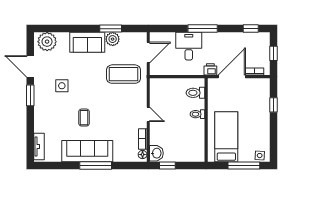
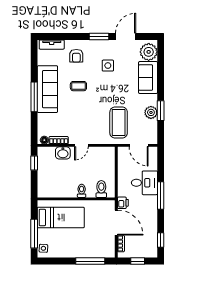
sofa: (87, 42) -> (148, 78), moved
window: (273, 105) -> (90, 261), width x2.17
armchair: (51, 120) -> (76, 56), added
washbasin: (156, 153) -> (63, 153), moved

